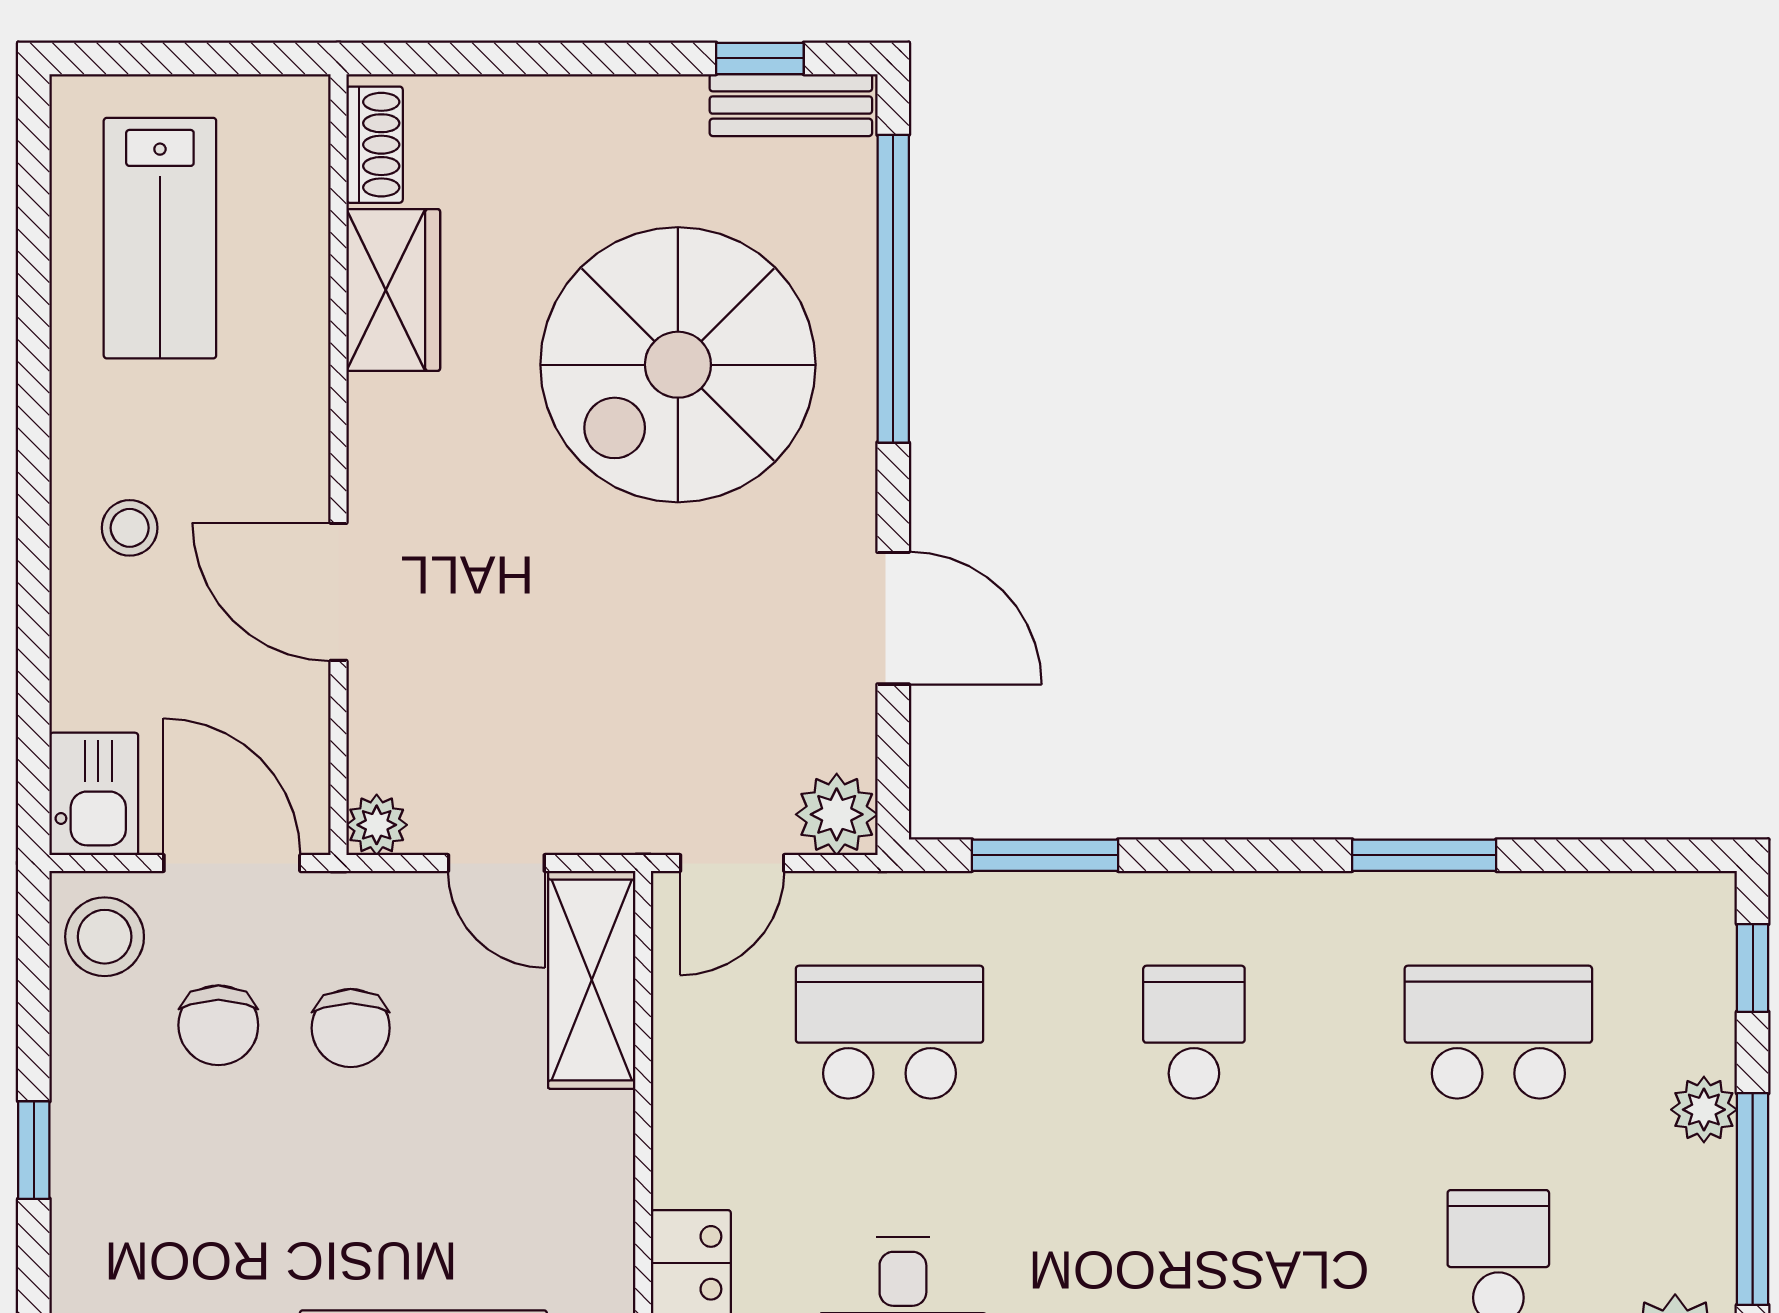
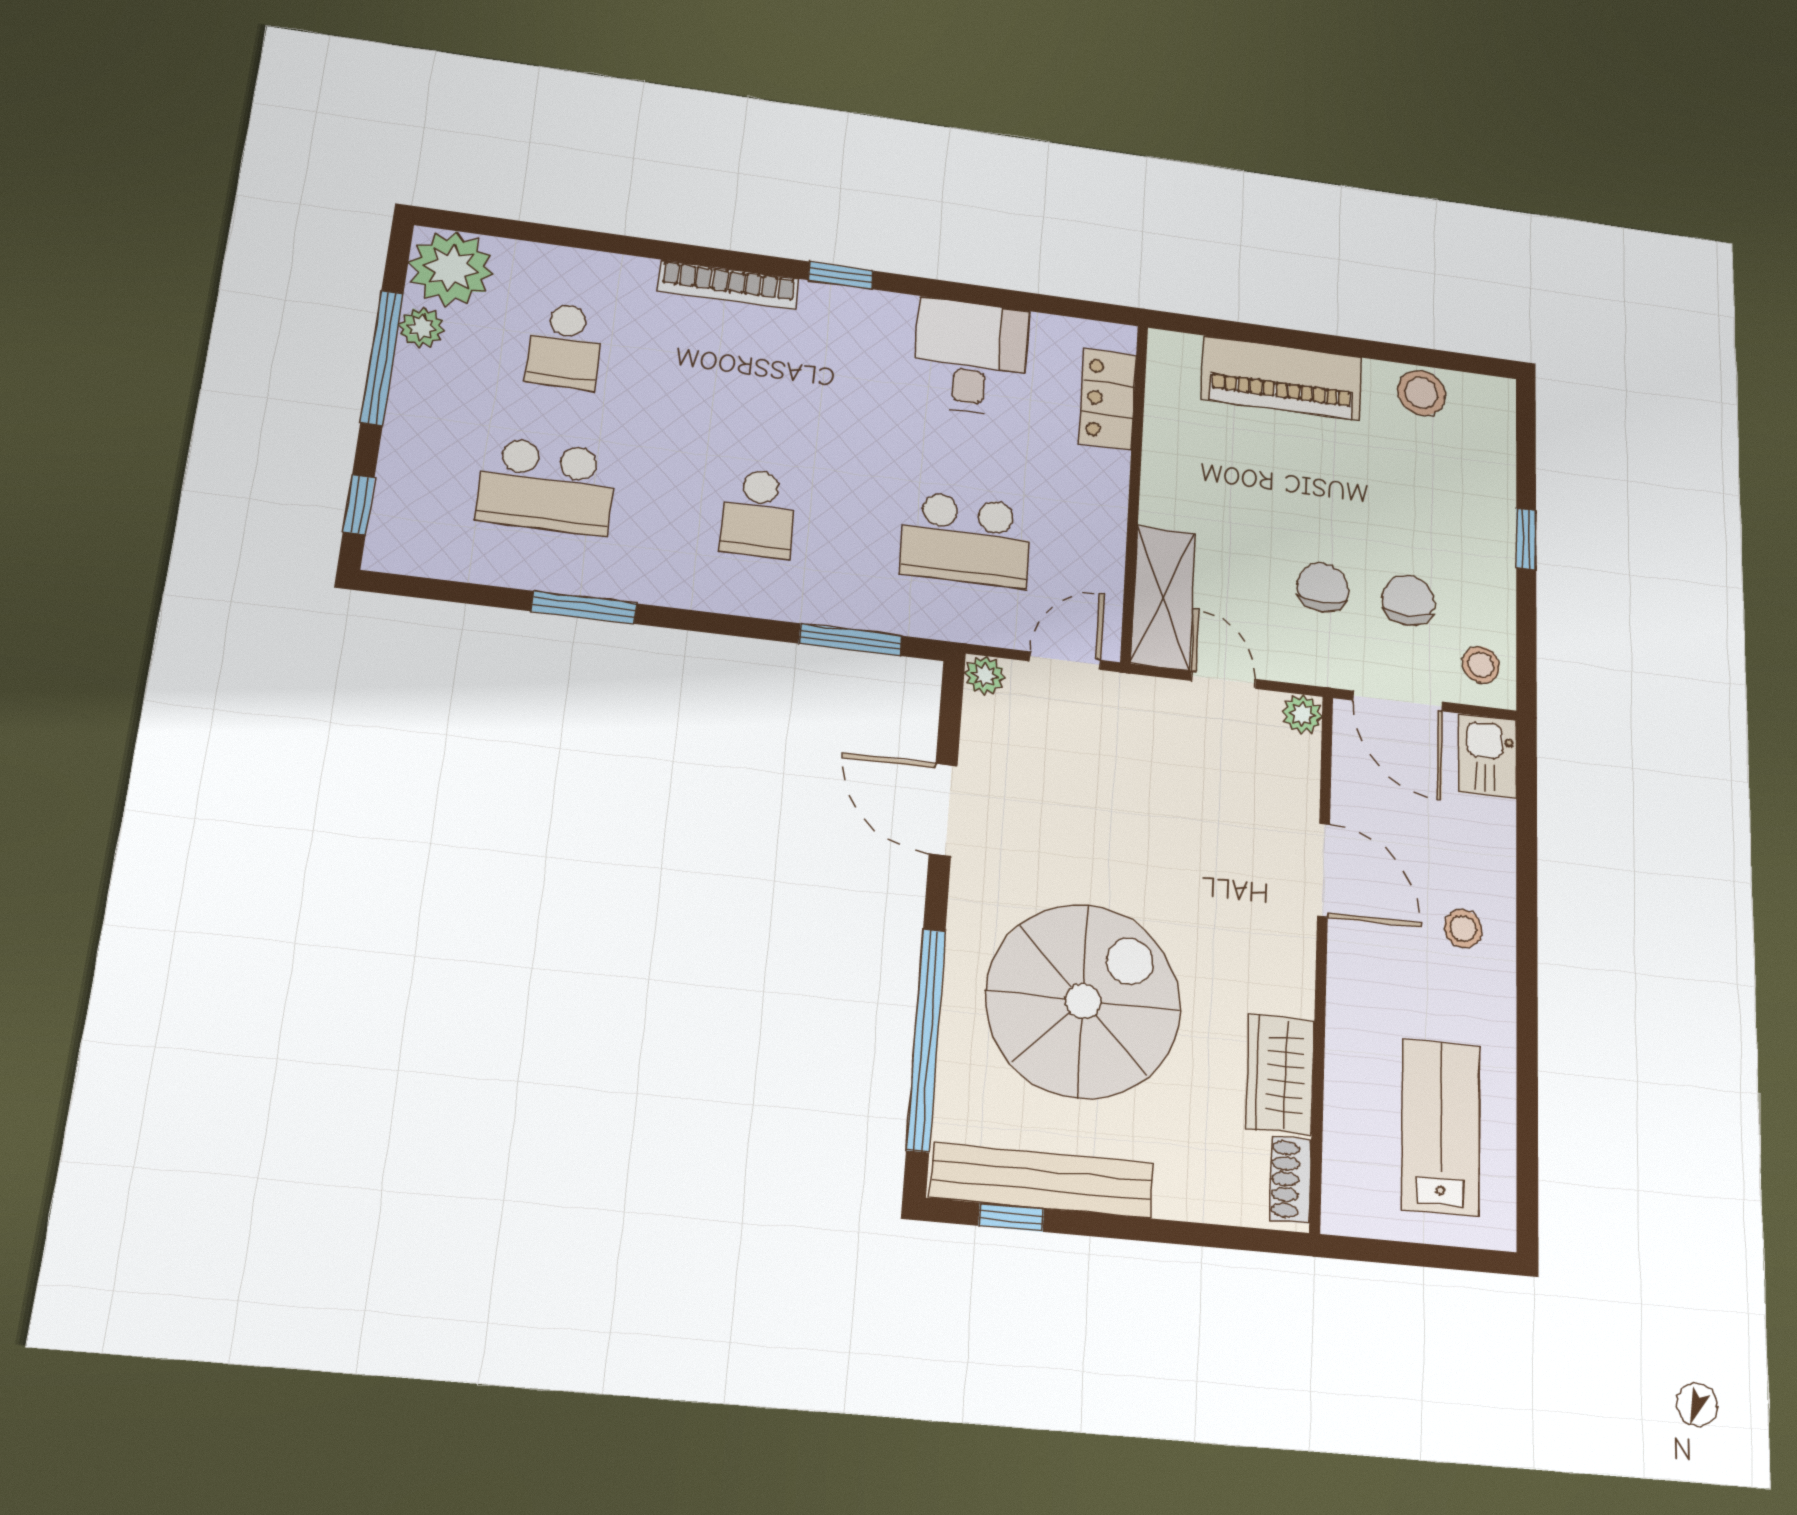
bench: (791, 105) -> (1042, 1180), width x1.86, depth x1.21
plant: (837, 814) -> (985, 675), width x0.73, depth x0.73
stool: (105, 937) -> (1481, 665), width x0.73, depth x0.73
plant: (1704, 1110) -> (422, 327), moved

